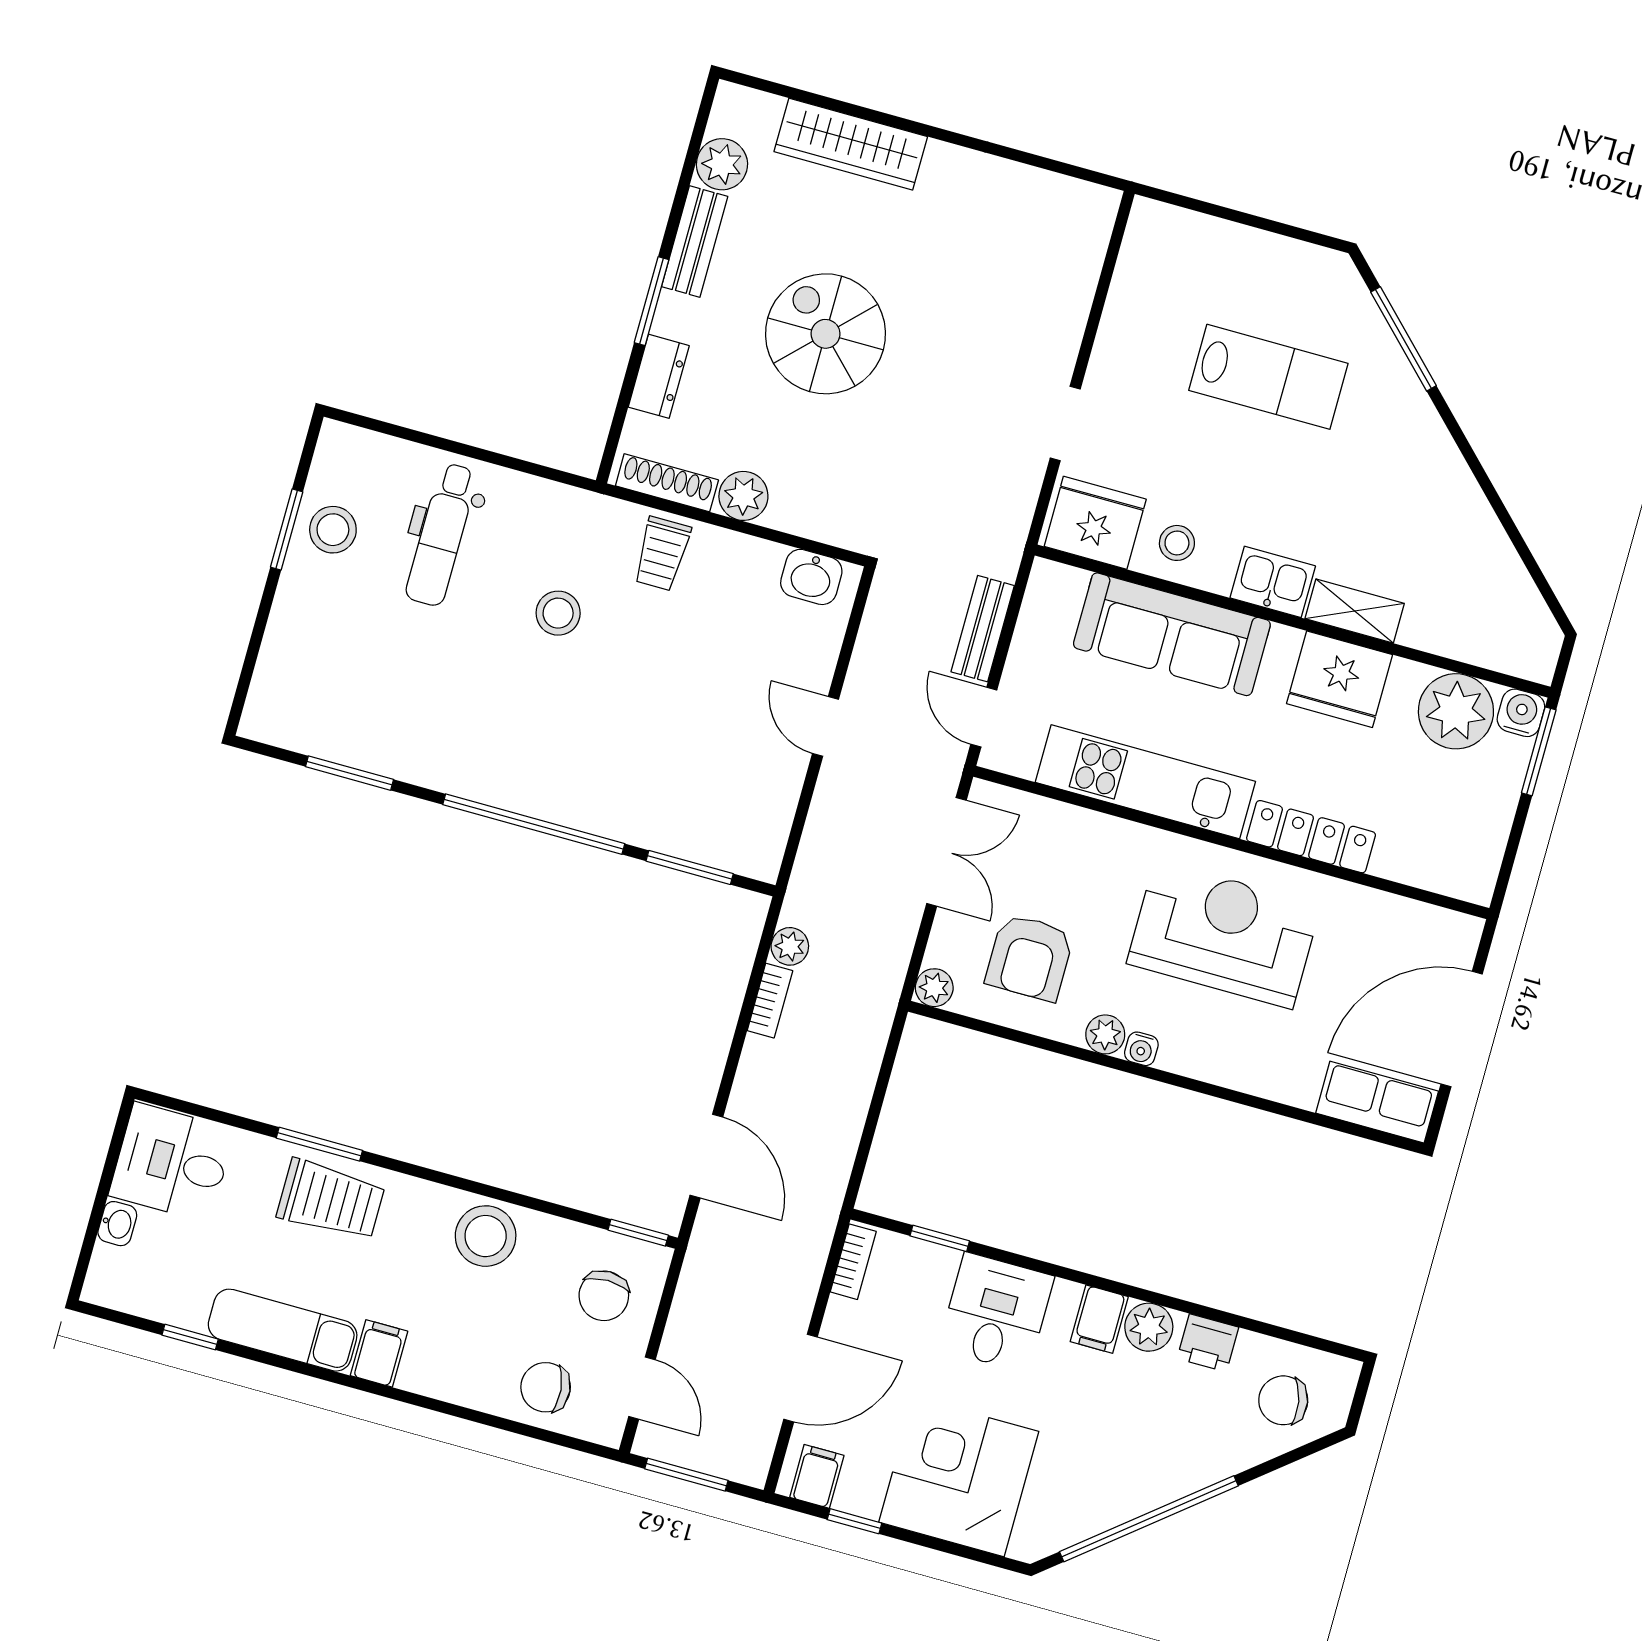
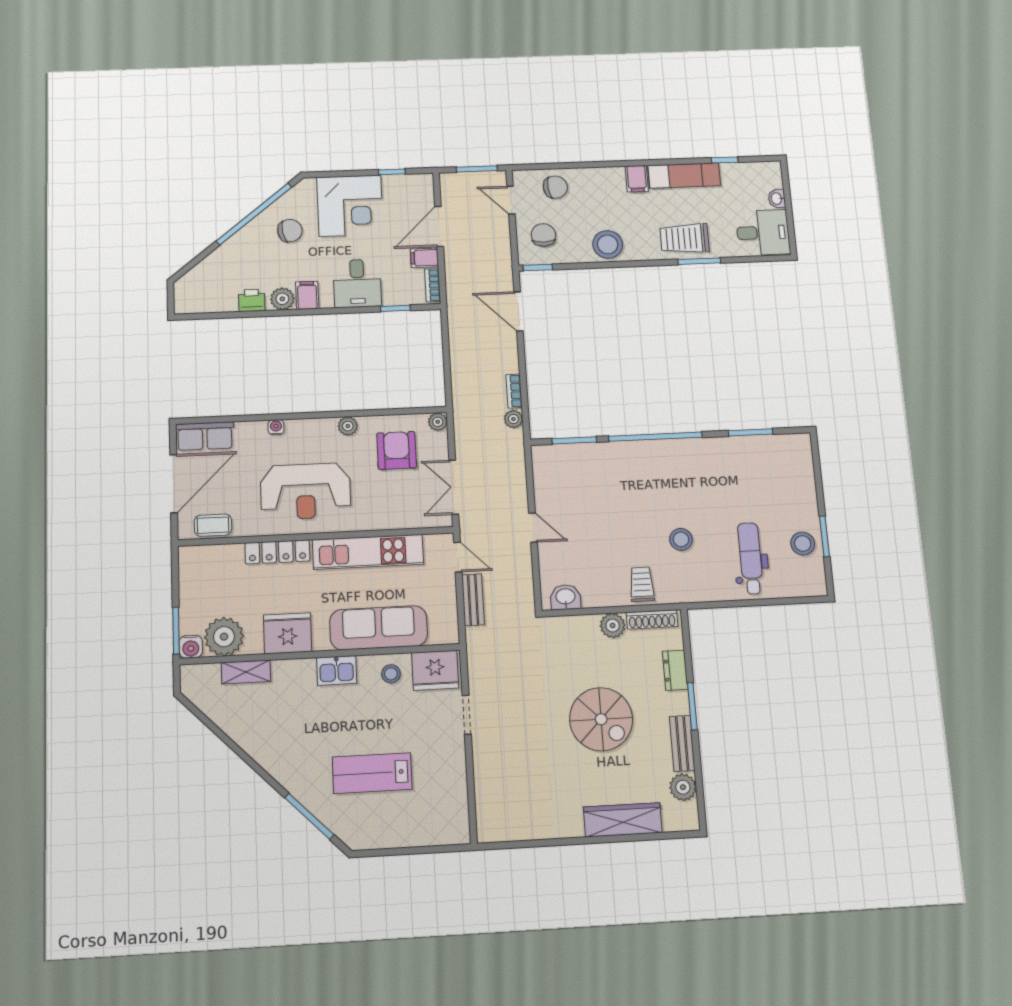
shelving: (1355, 611) -> (246, 672), moved
coffee table: (1413, 926) -> (213, 525), added
water cooler: (1141, 1049) -> (276, 427), moved
chair: (1283, 1400) -> (290, 231), moved
filing cabinet: (817, 1476) -> (424, 258), moved, turned 90

